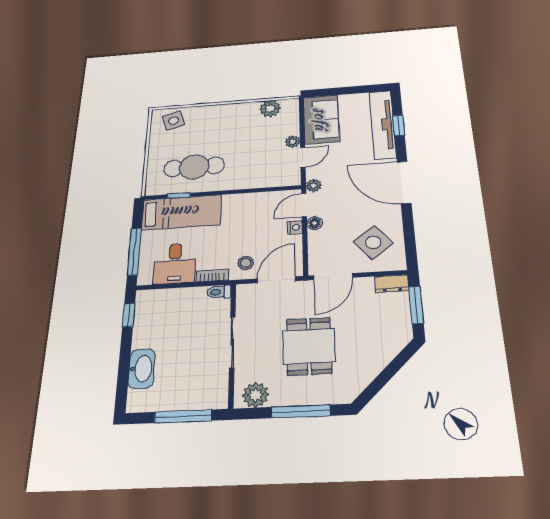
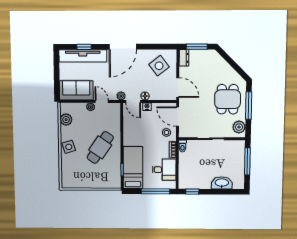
side table: (174, 121) -> (69, 147), moved
cafe table: (194, 167) -> (100, 147), moved, turned 34
dining table: (309, 346) -> (228, 99), moved, turned 90

